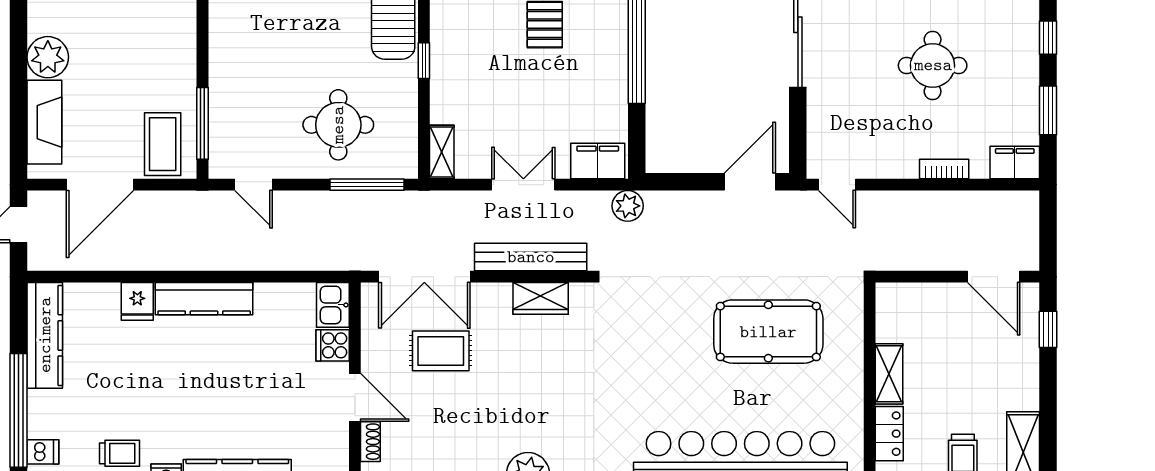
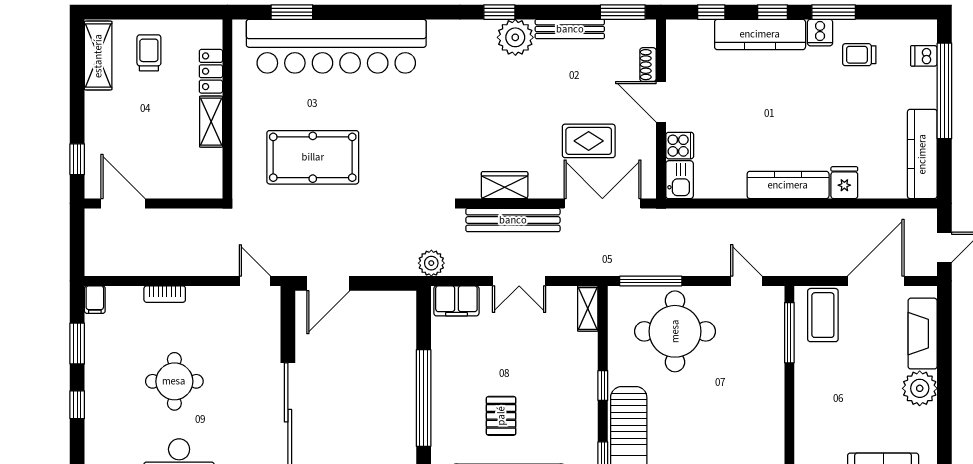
round table: (338, 125) -> (675, 331), width x1.36, depth x1.36
filing cabinet: (1015, 162) -> (95, 300), width x0.50

